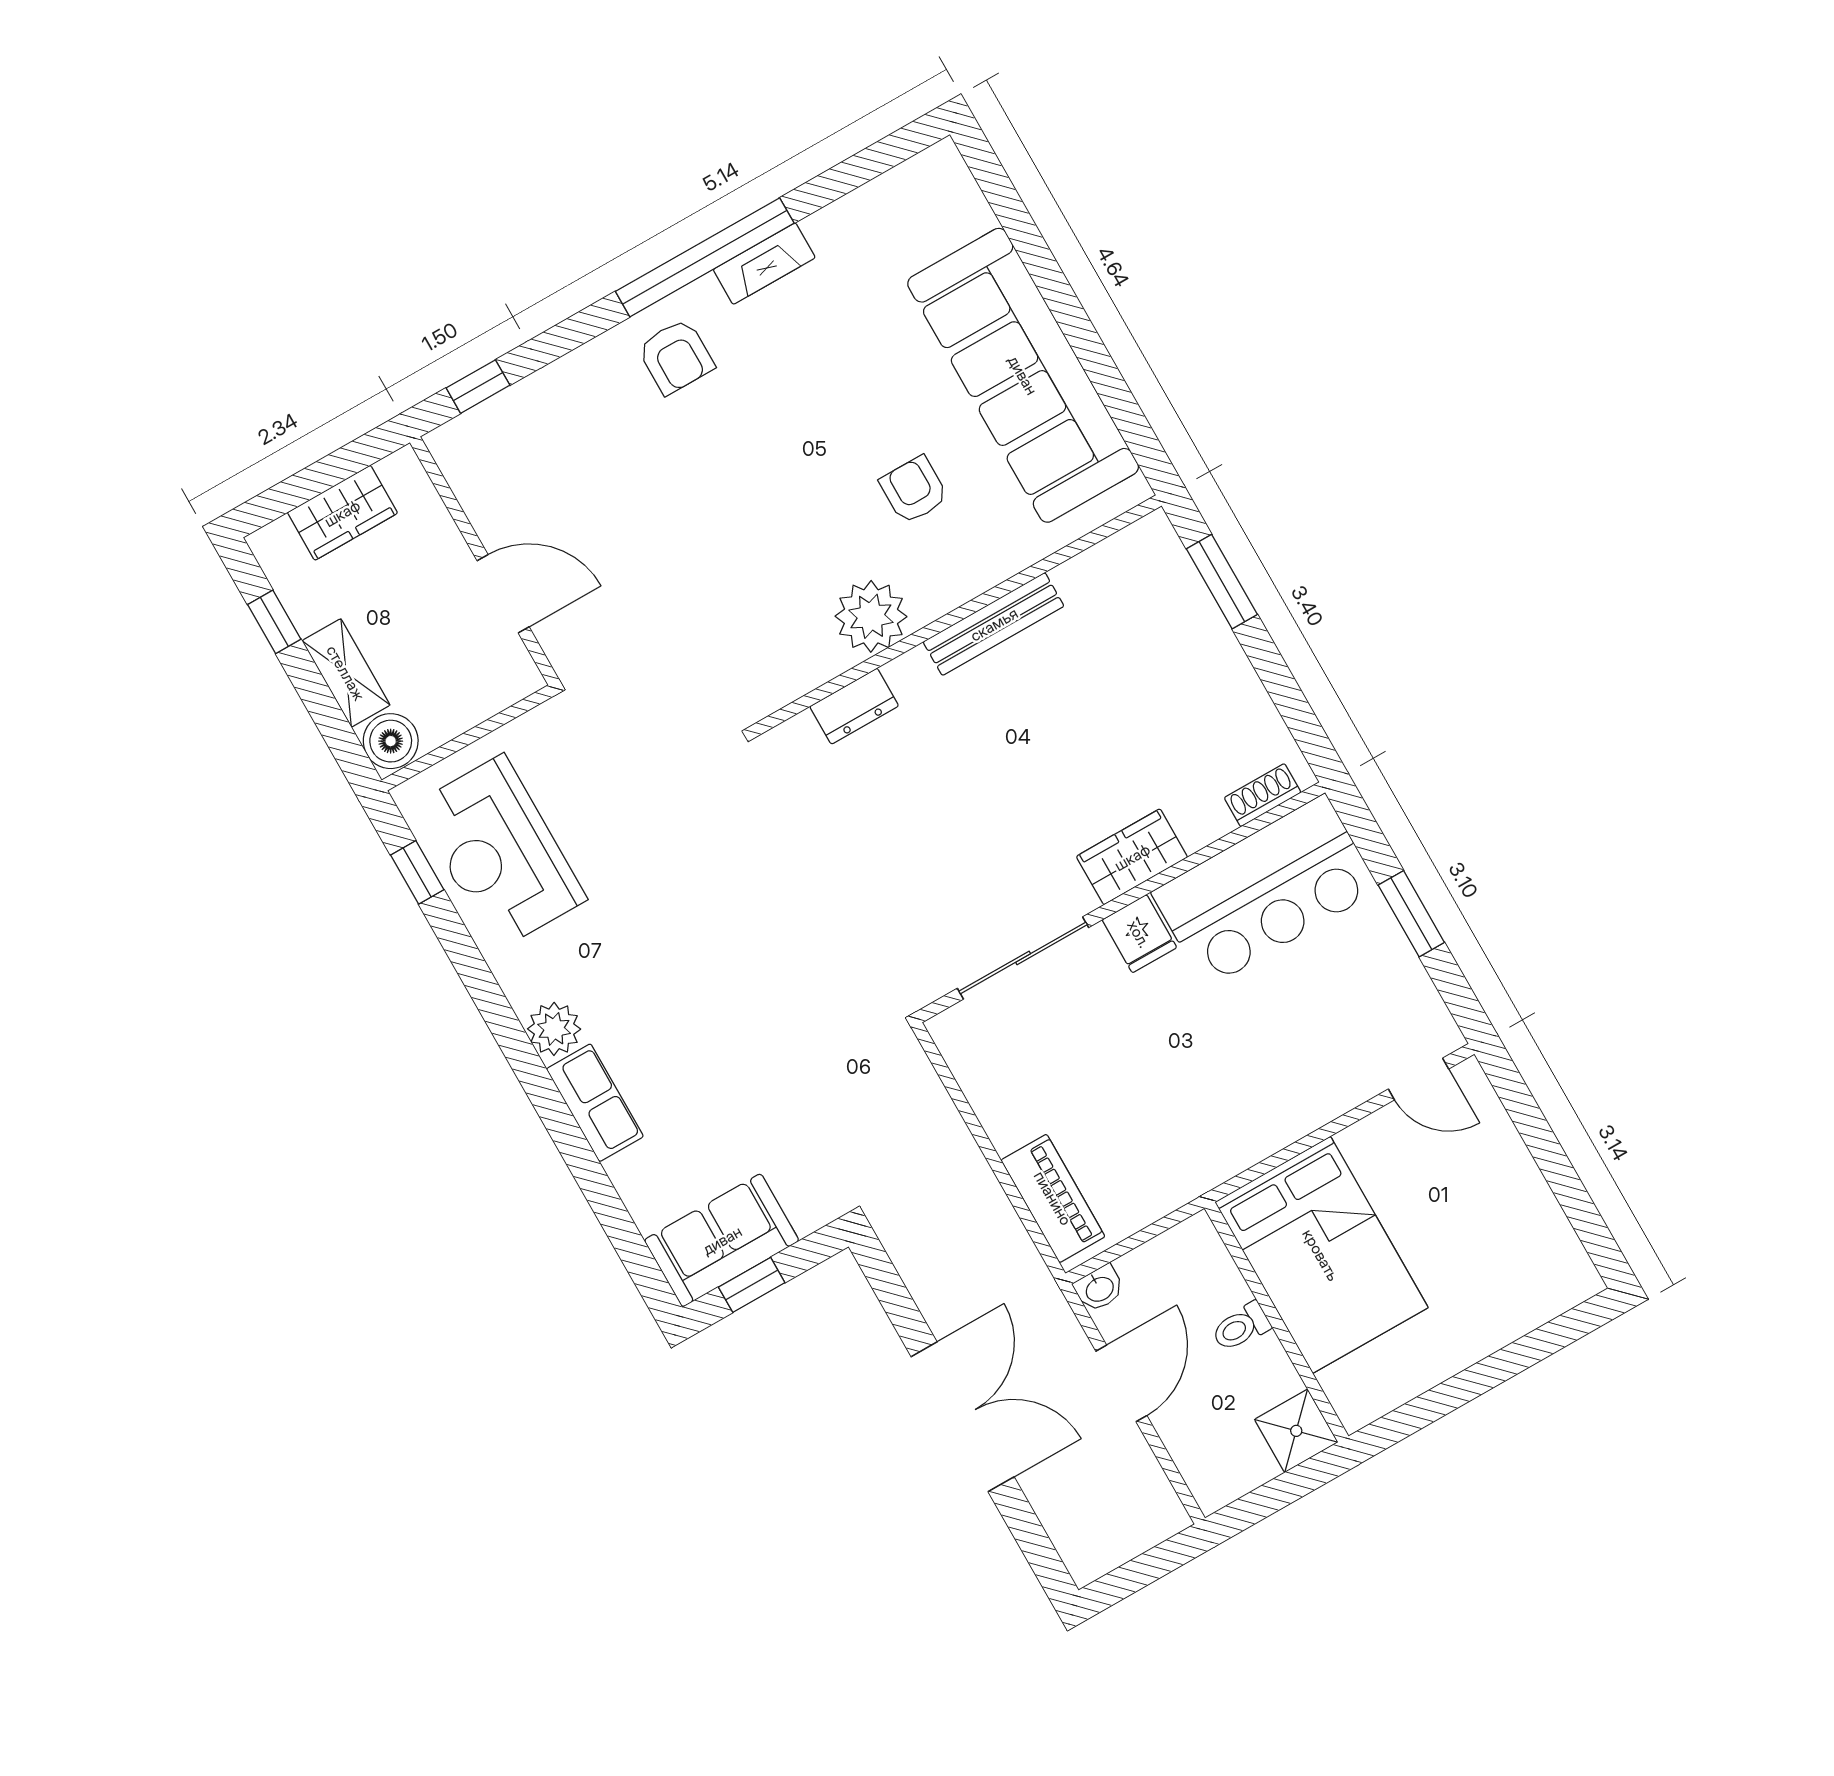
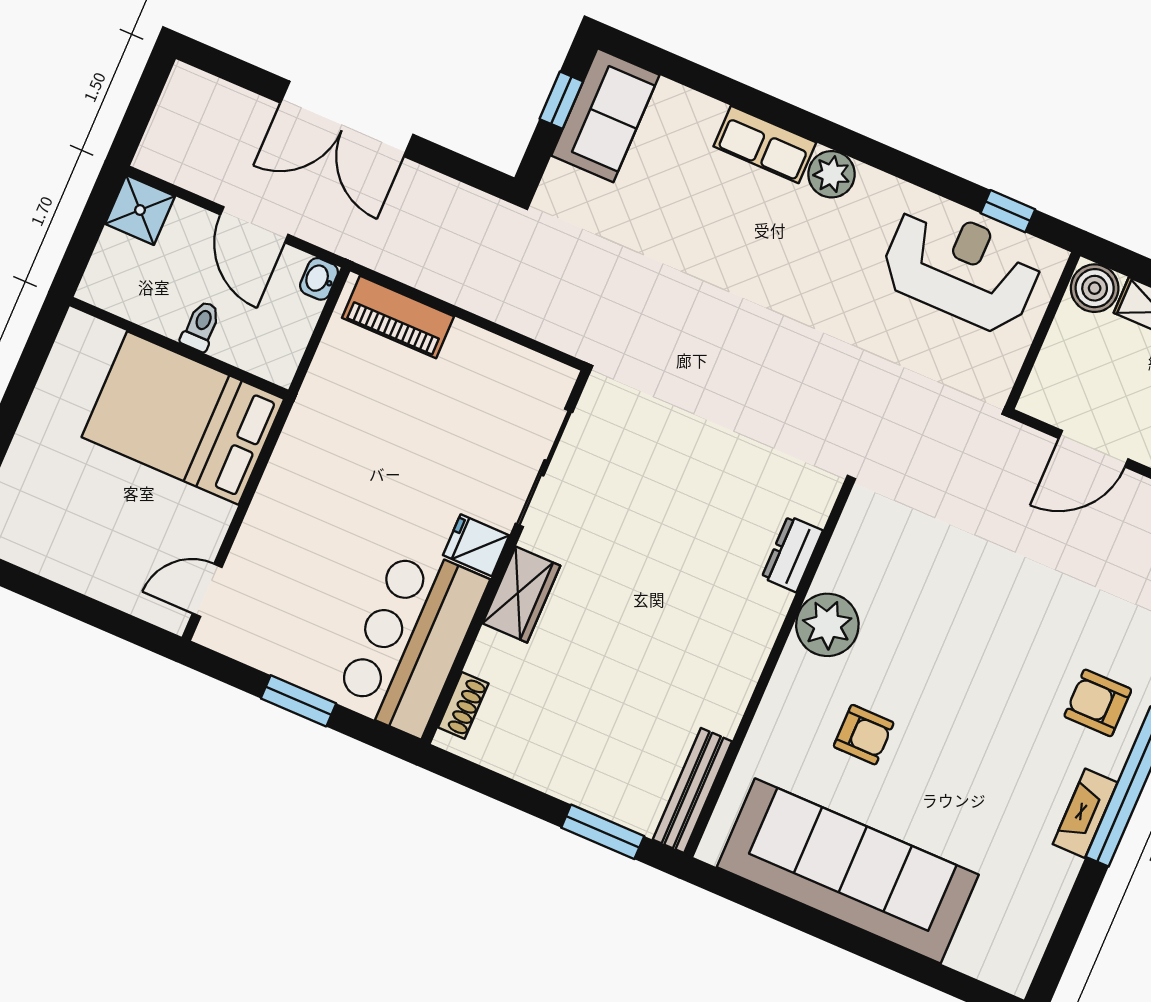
bench: (994, 624) -> (692, 791), moved
shower: (1296, 1431) -> (140, 210), moved

